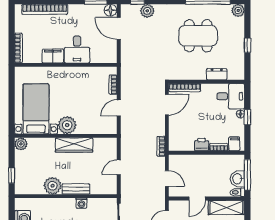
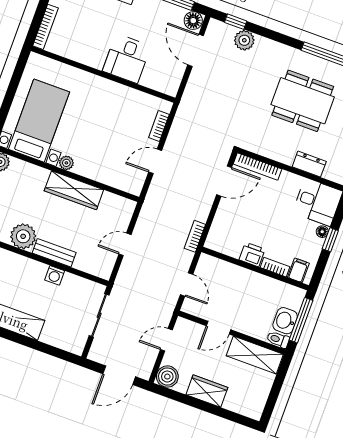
filing cabinet: (53, 56) -> (89, 55), removed
plant: (67, 125) -> (66, 163), width x0.53, depth x0.53

